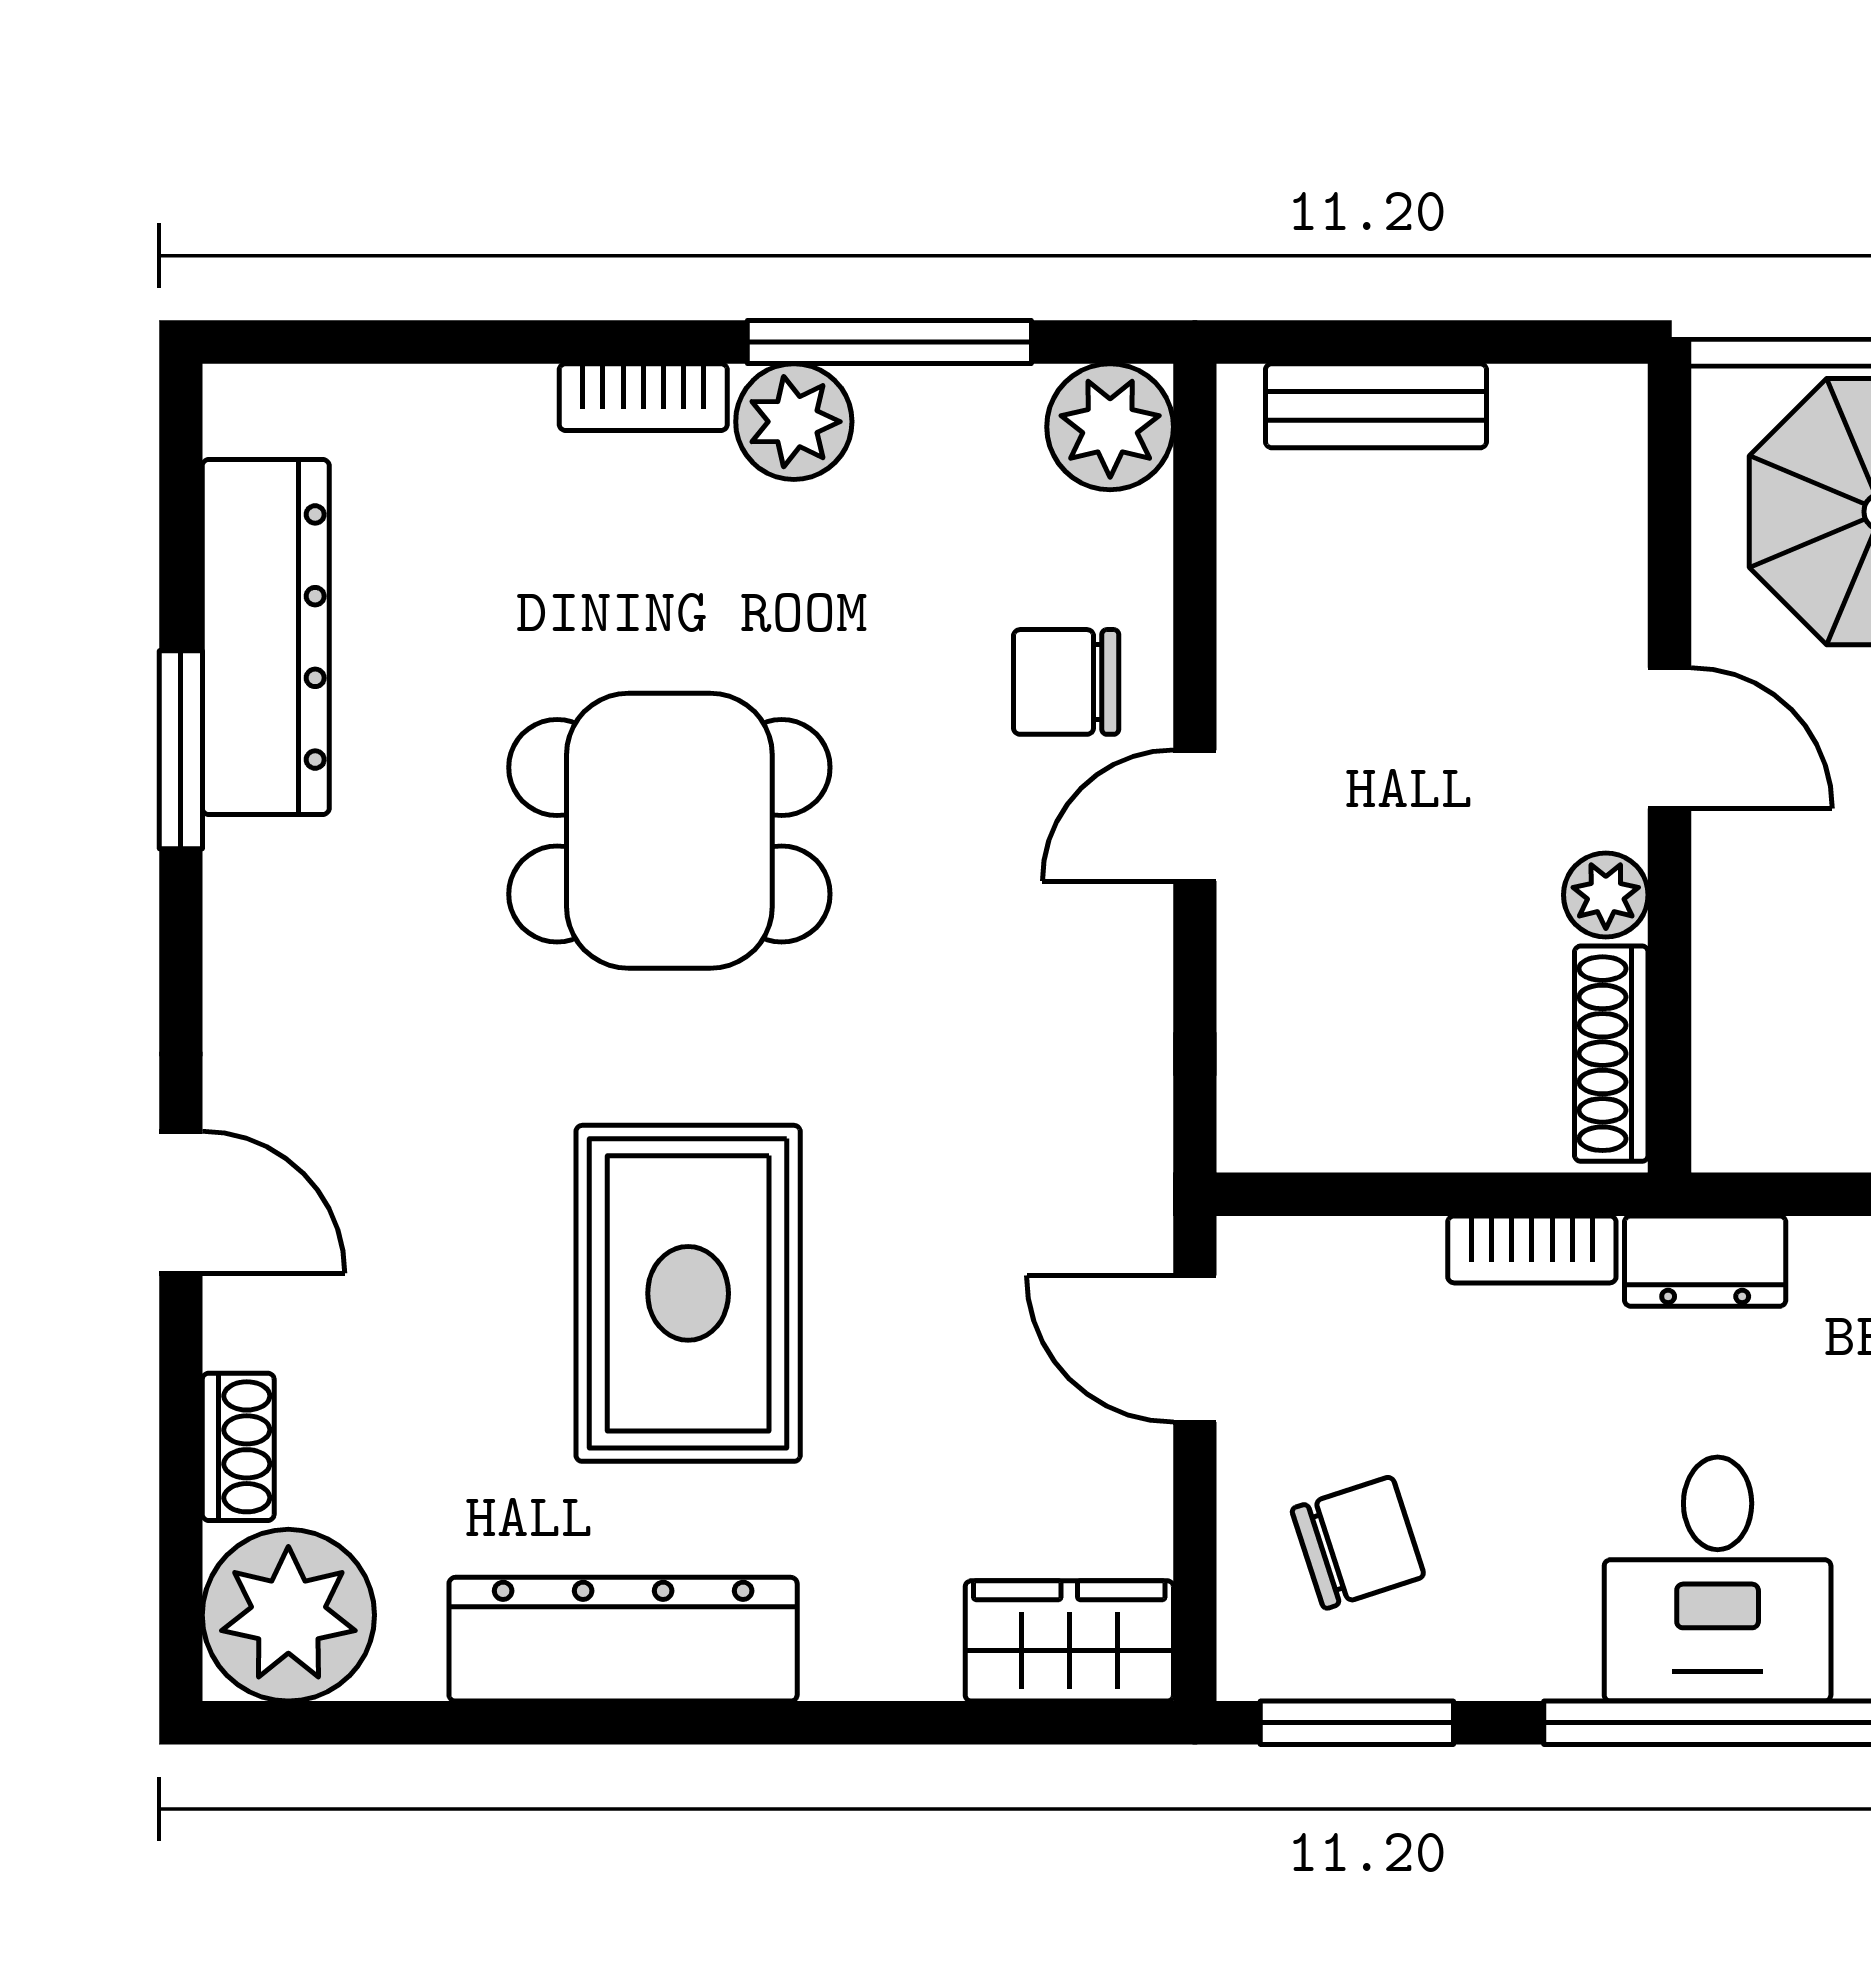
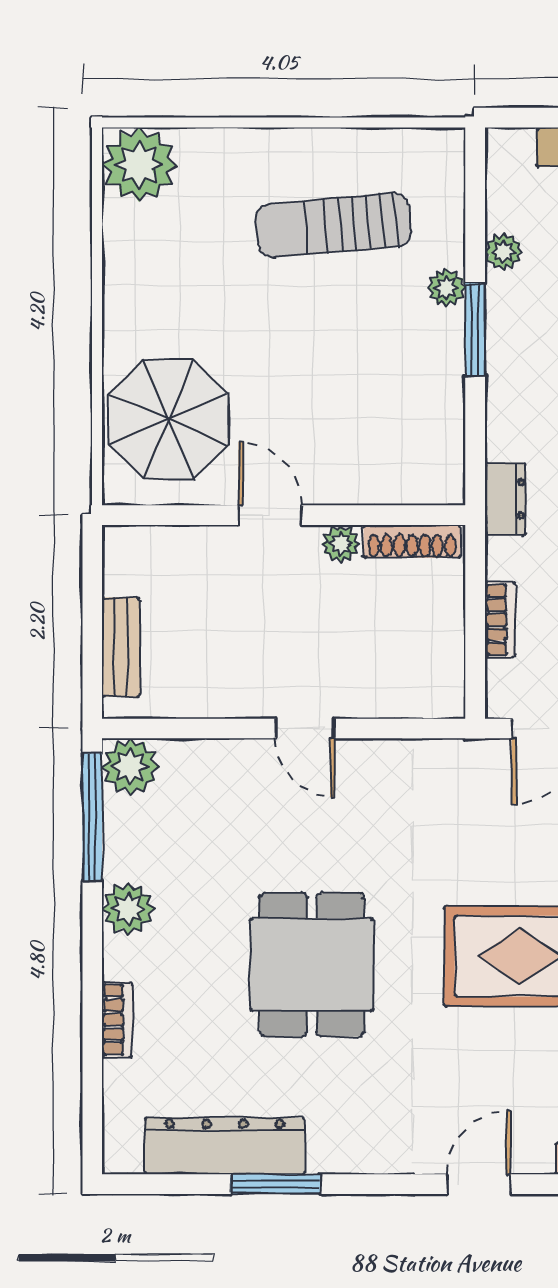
window: (889, 342) -> (92, 817), moved
bookcase: (643, 397) -> (117, 1020), moved
chair: (1066, 682) -> (245, 786), removed
door: (1670, 738) -> (270, 515), hinge flipped
bookcase: (1532, 1249) -> (500, 620), moved

